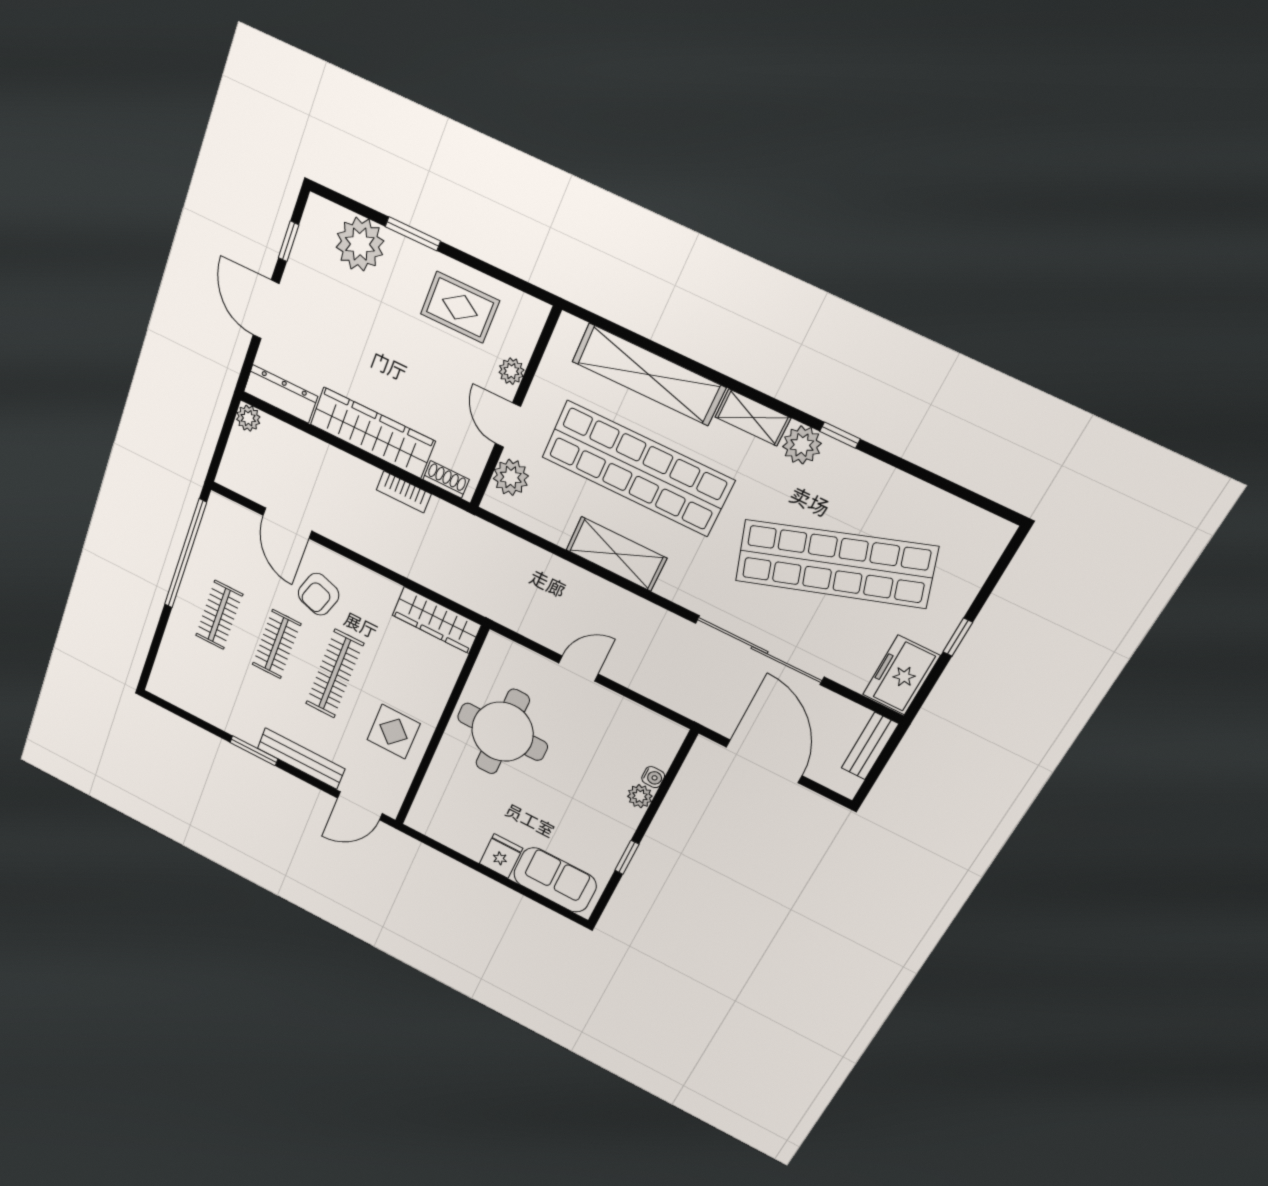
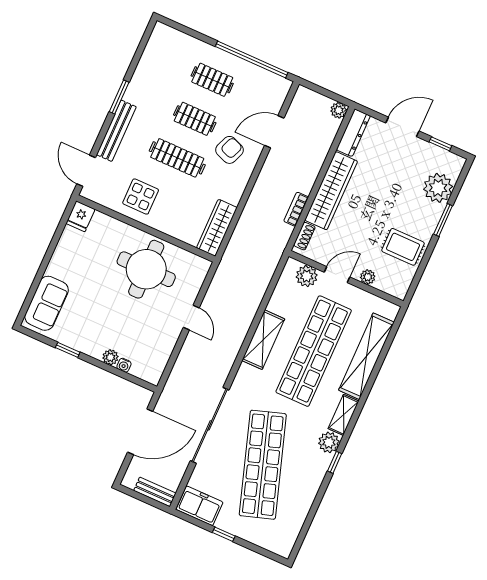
rug: (460, 307) -> (403, 247), turned 90
armchair: (319, 594) -> (230, 150), turned 93
fridge: (501, 856) -> (80, 216), moved, turned 90

